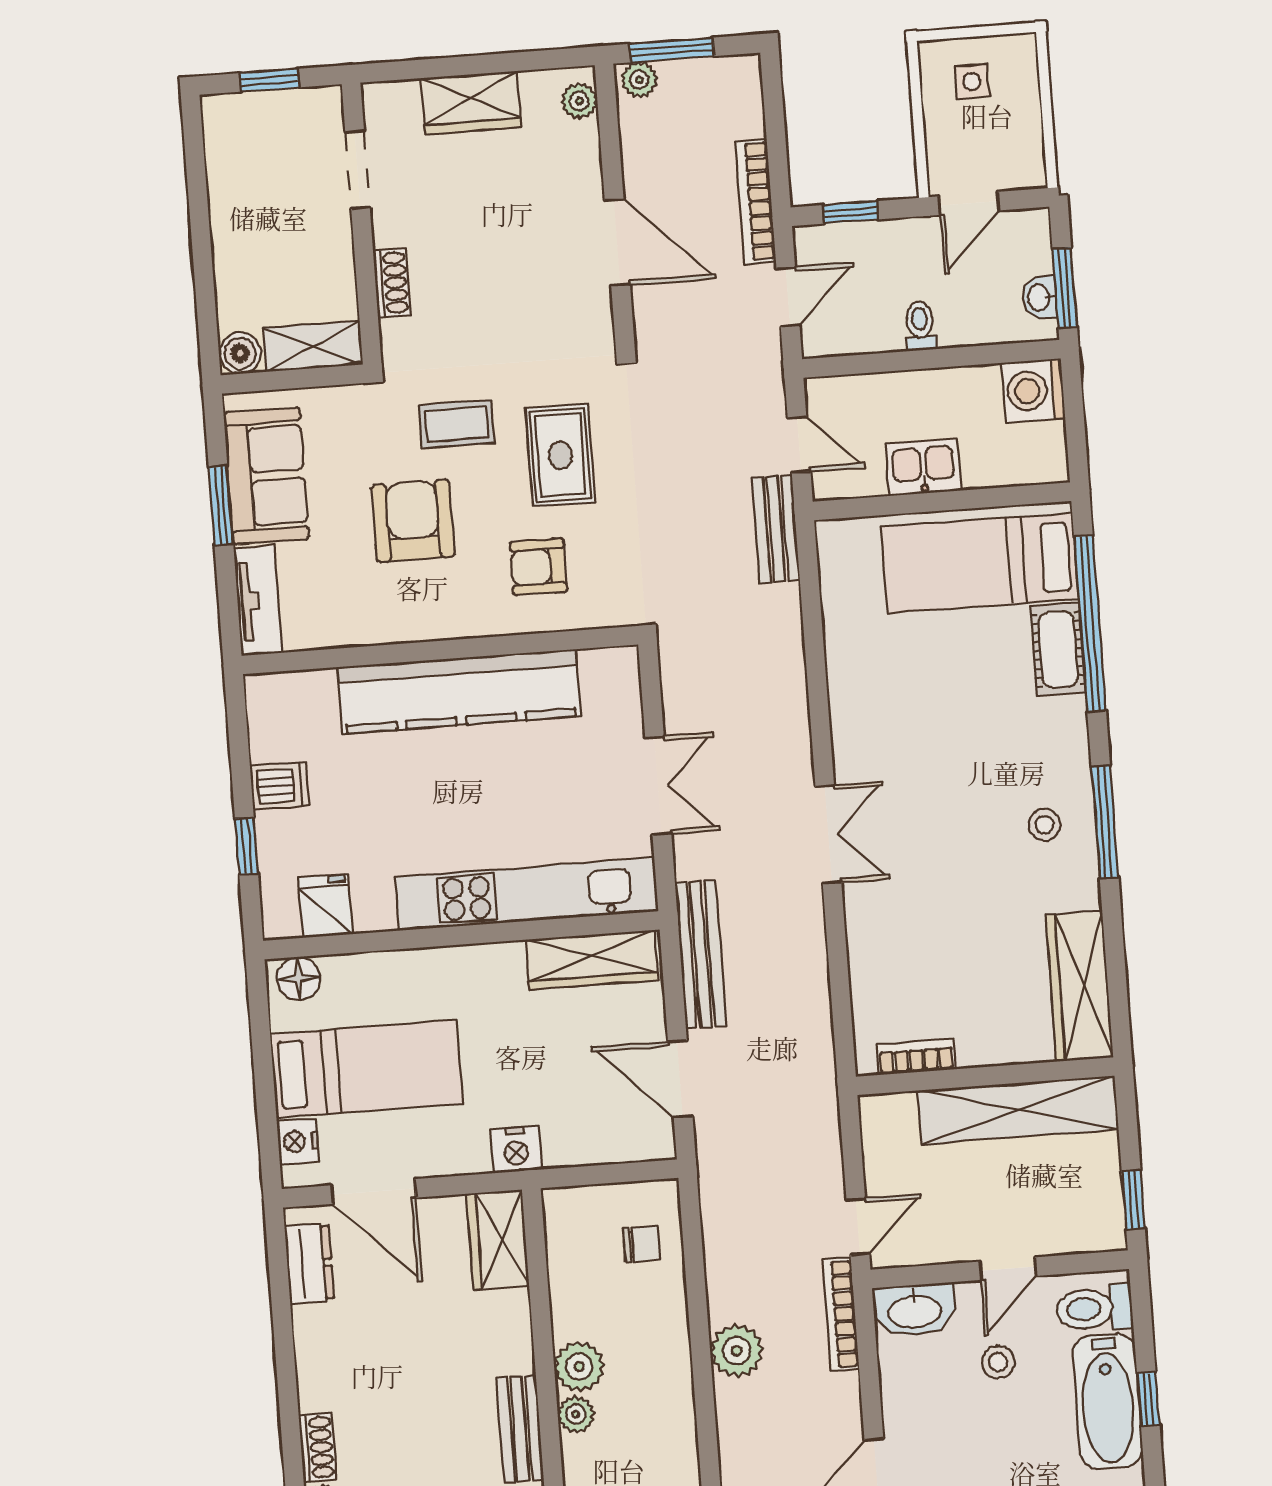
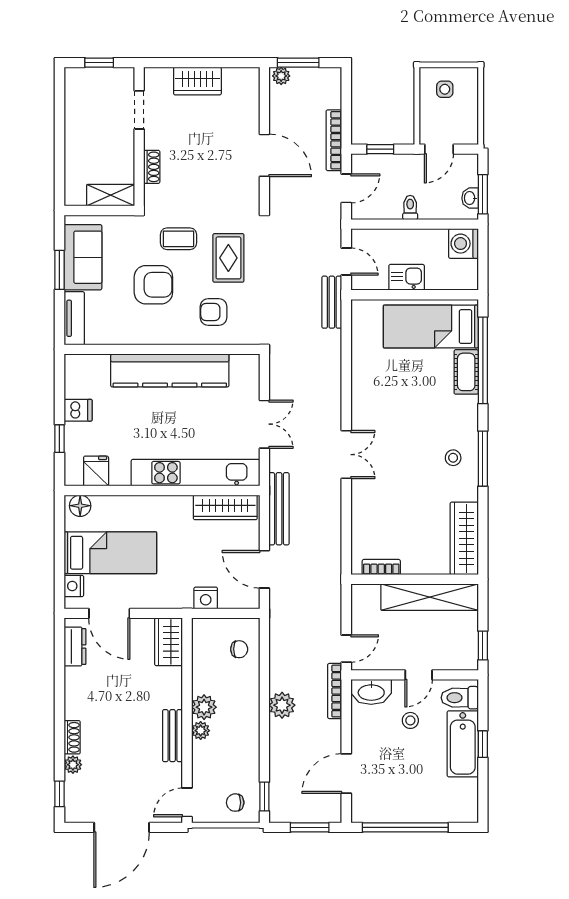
plant: (579, 101) -> (251, 84), removed
boiler: (240, 353) -> (75, 196), removed
armchair: (413, 521) -> (153, 285), turned 90
nightstand: (516, 1150) -> (206, 598), moved

